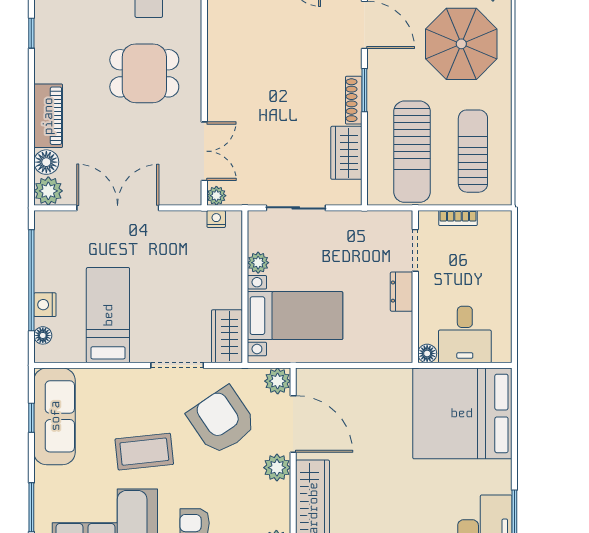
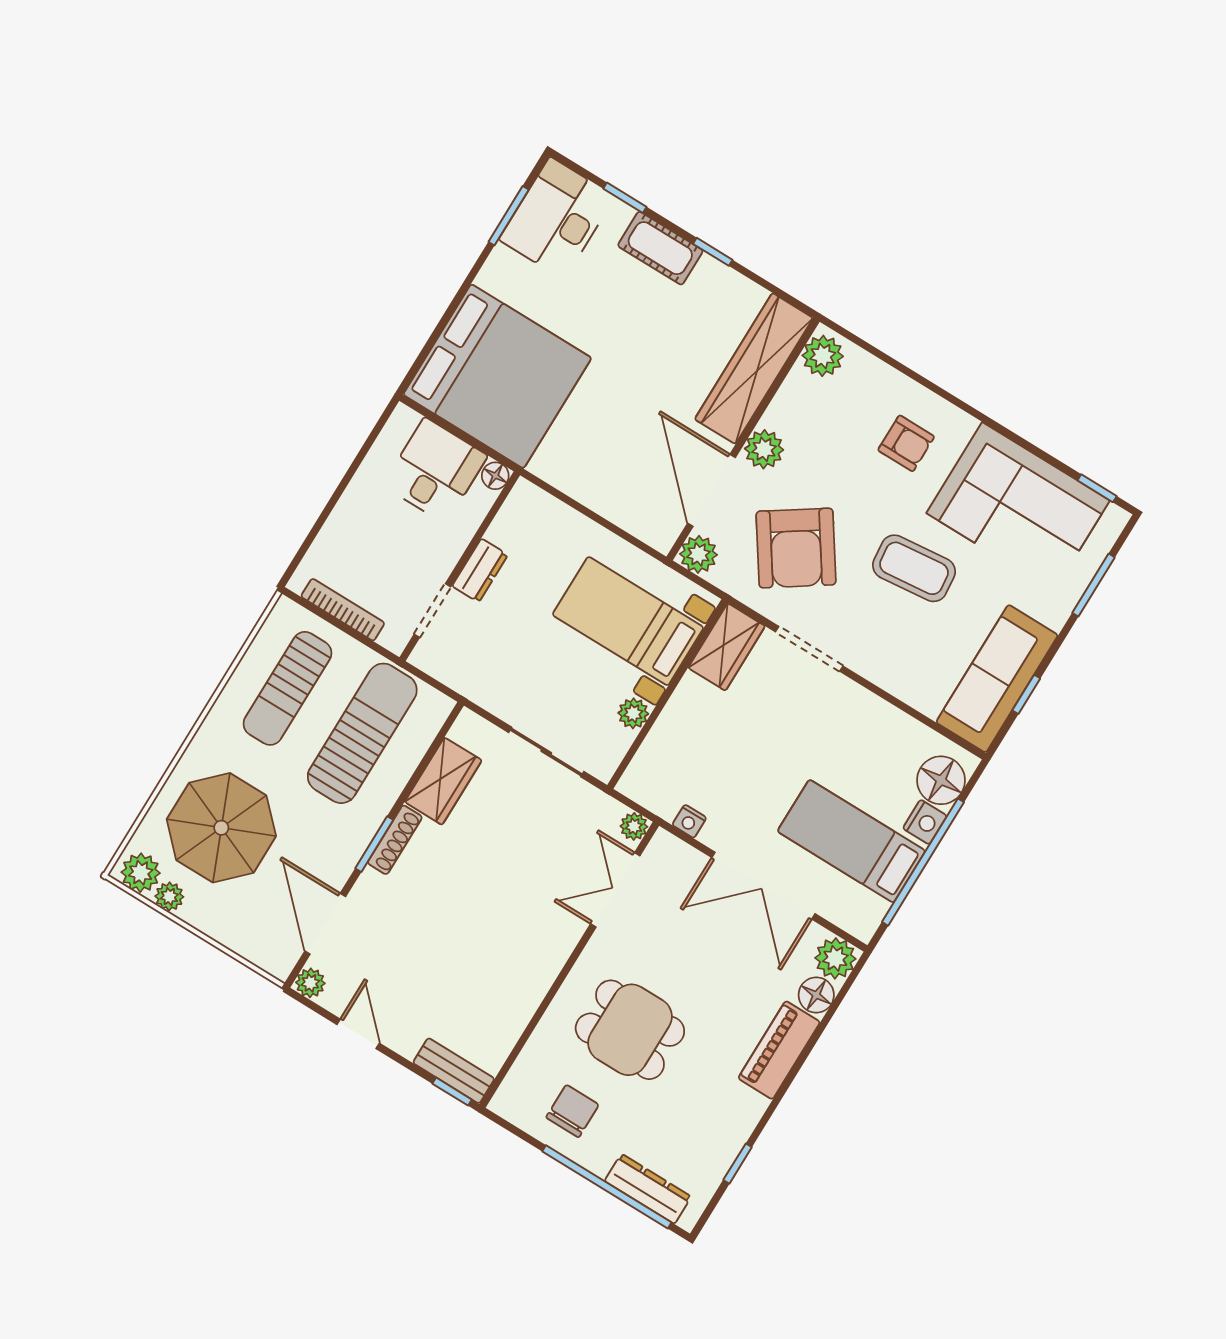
bookcase: (458, 218) -> (343, 610), width x1.56
nightstand: (216, 219) -> (689, 821), moved
bed: (108, 315) -> (851, 841), moved, turned 90
floor lamp: (43, 335) -> (941, 780), width x1.89, depth x1.89

